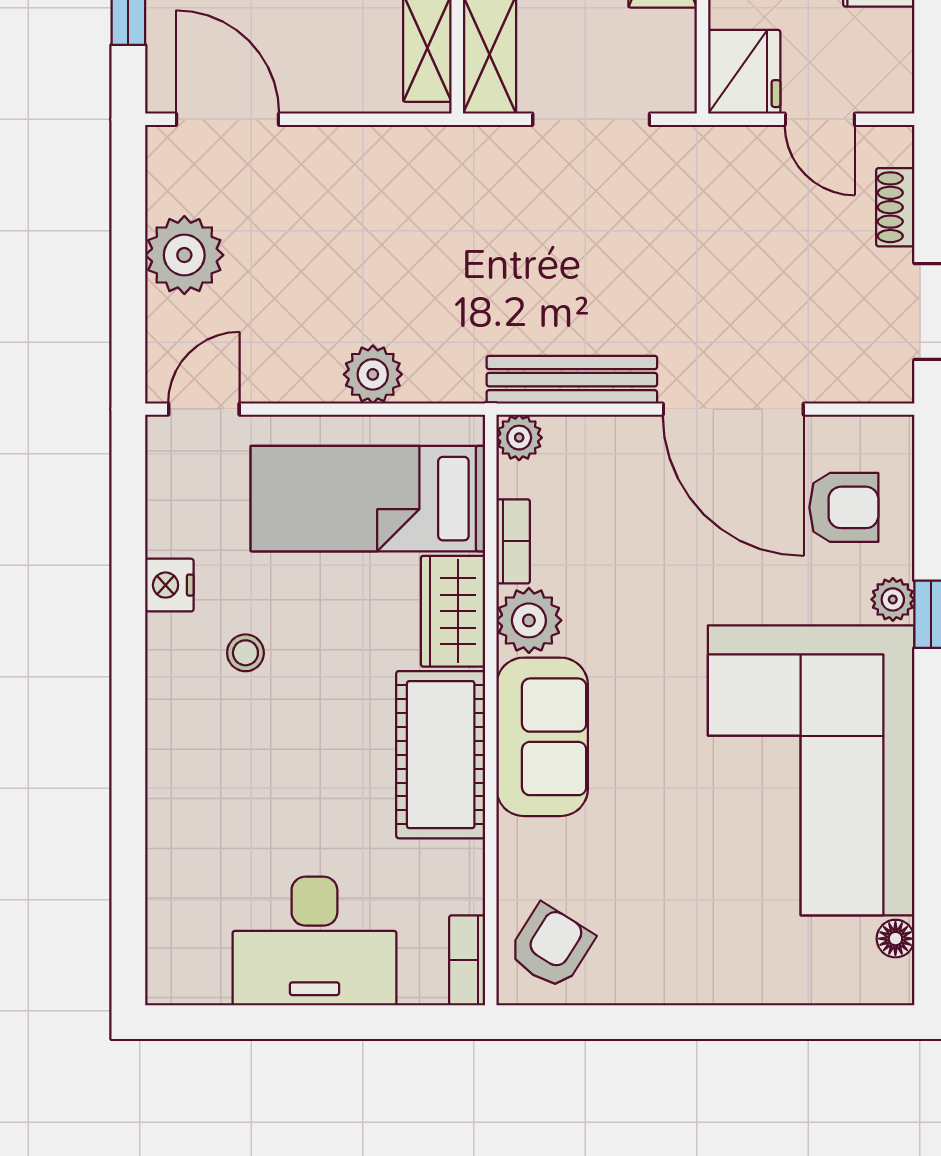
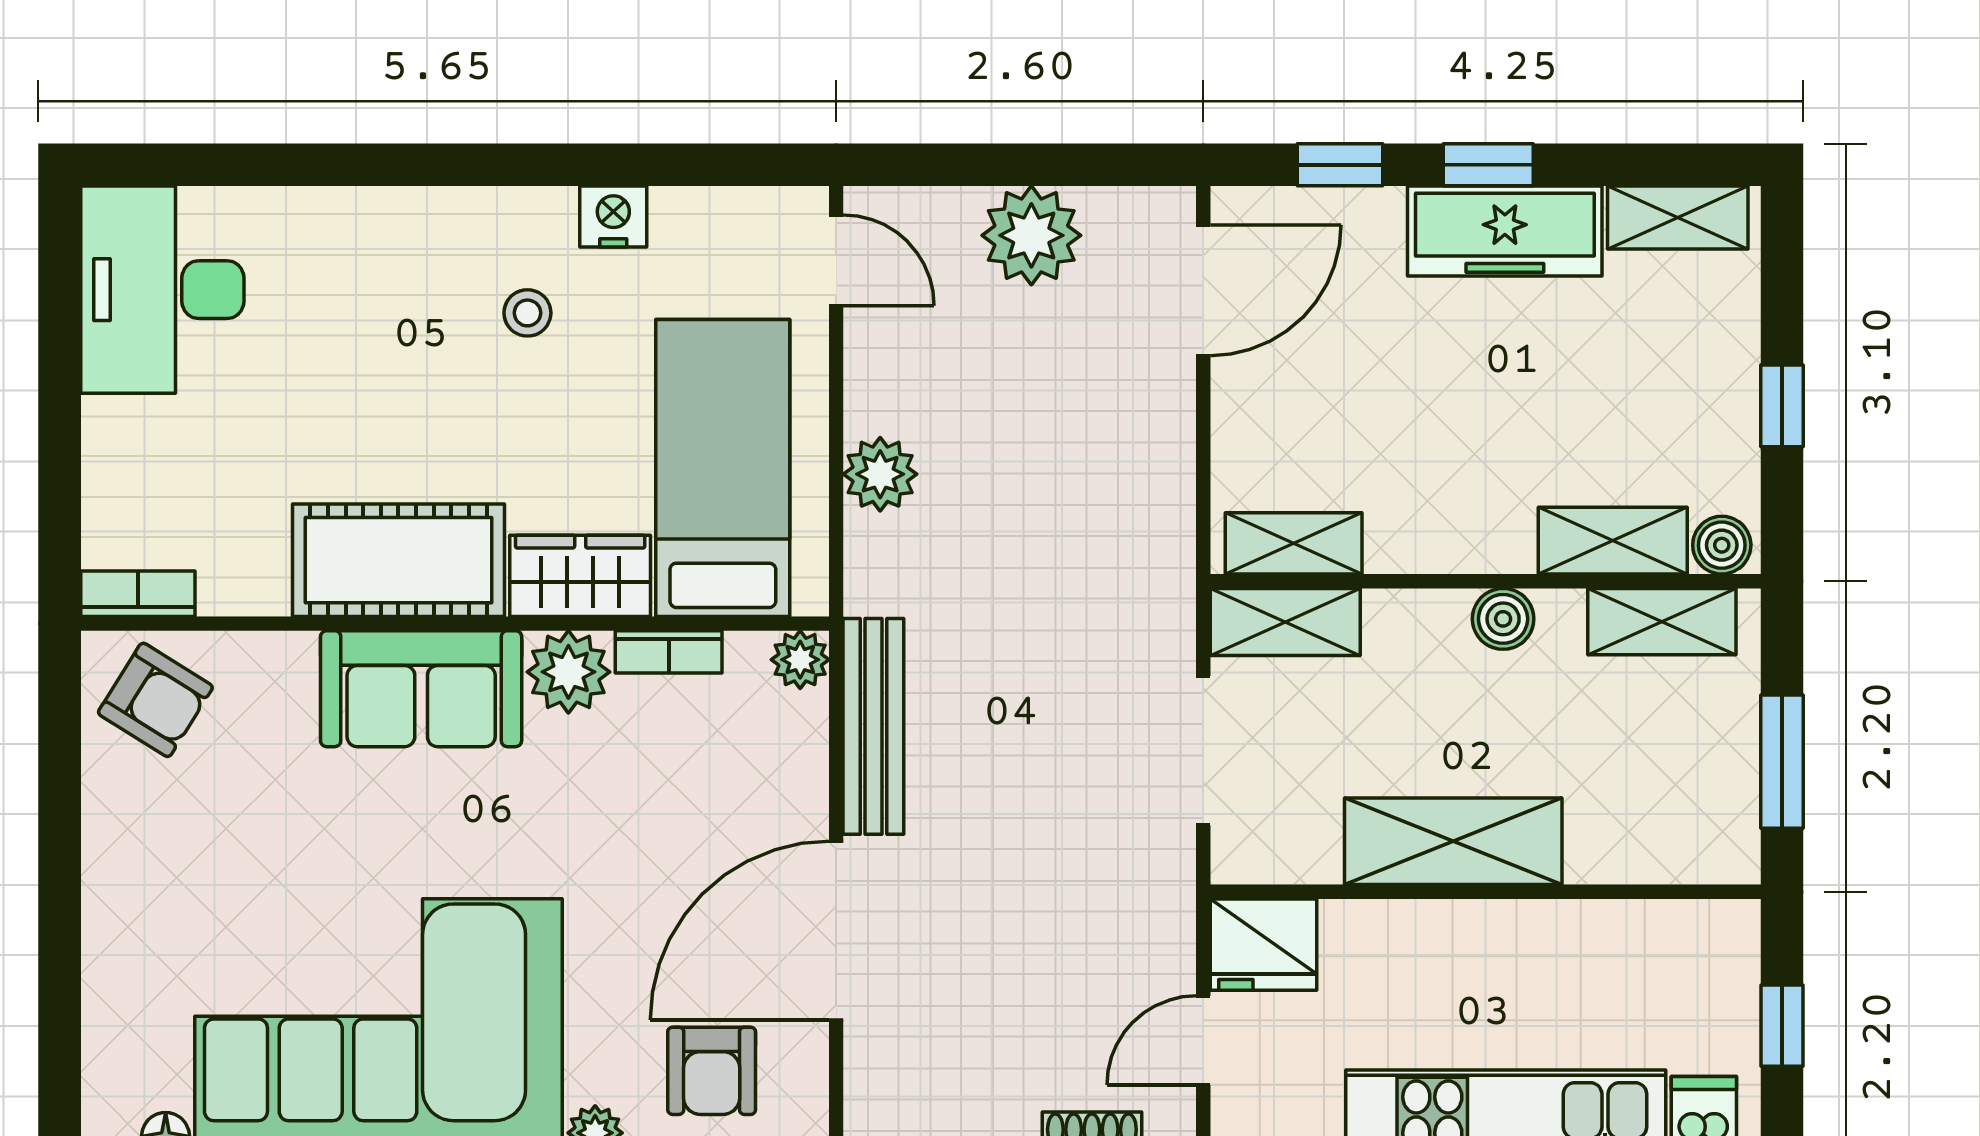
desk: (314, 941) -> (162, 290), moved

